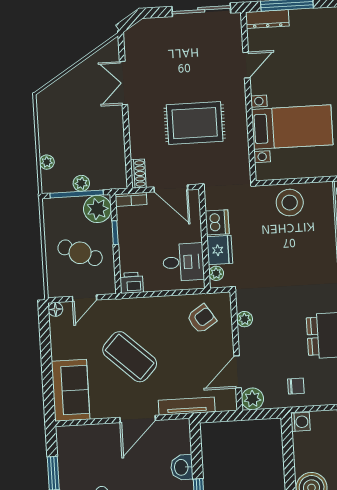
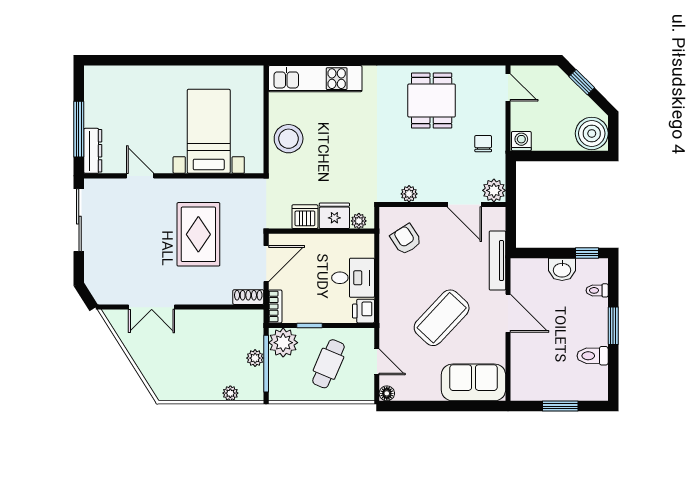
desk: (183, 262) -> (353, 278), moved, turned 90

